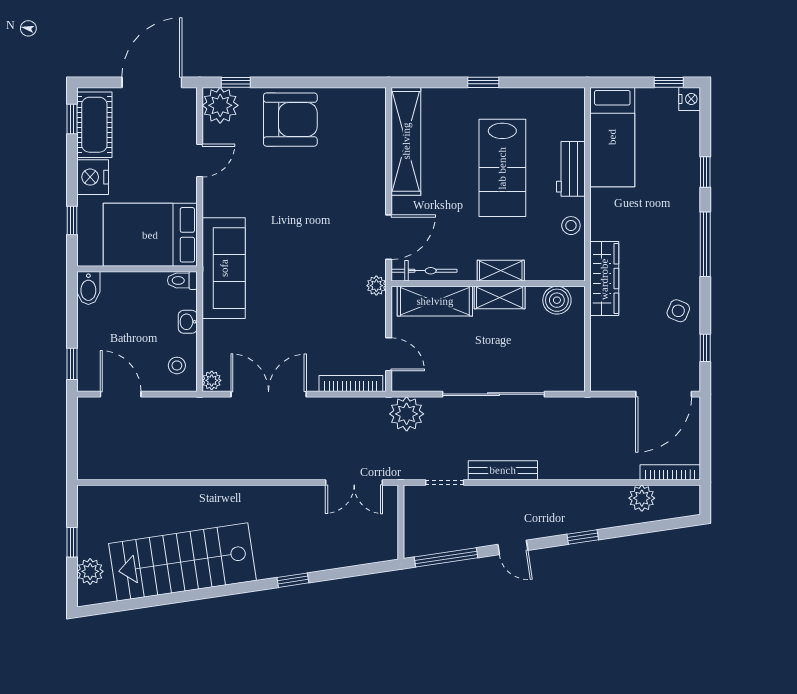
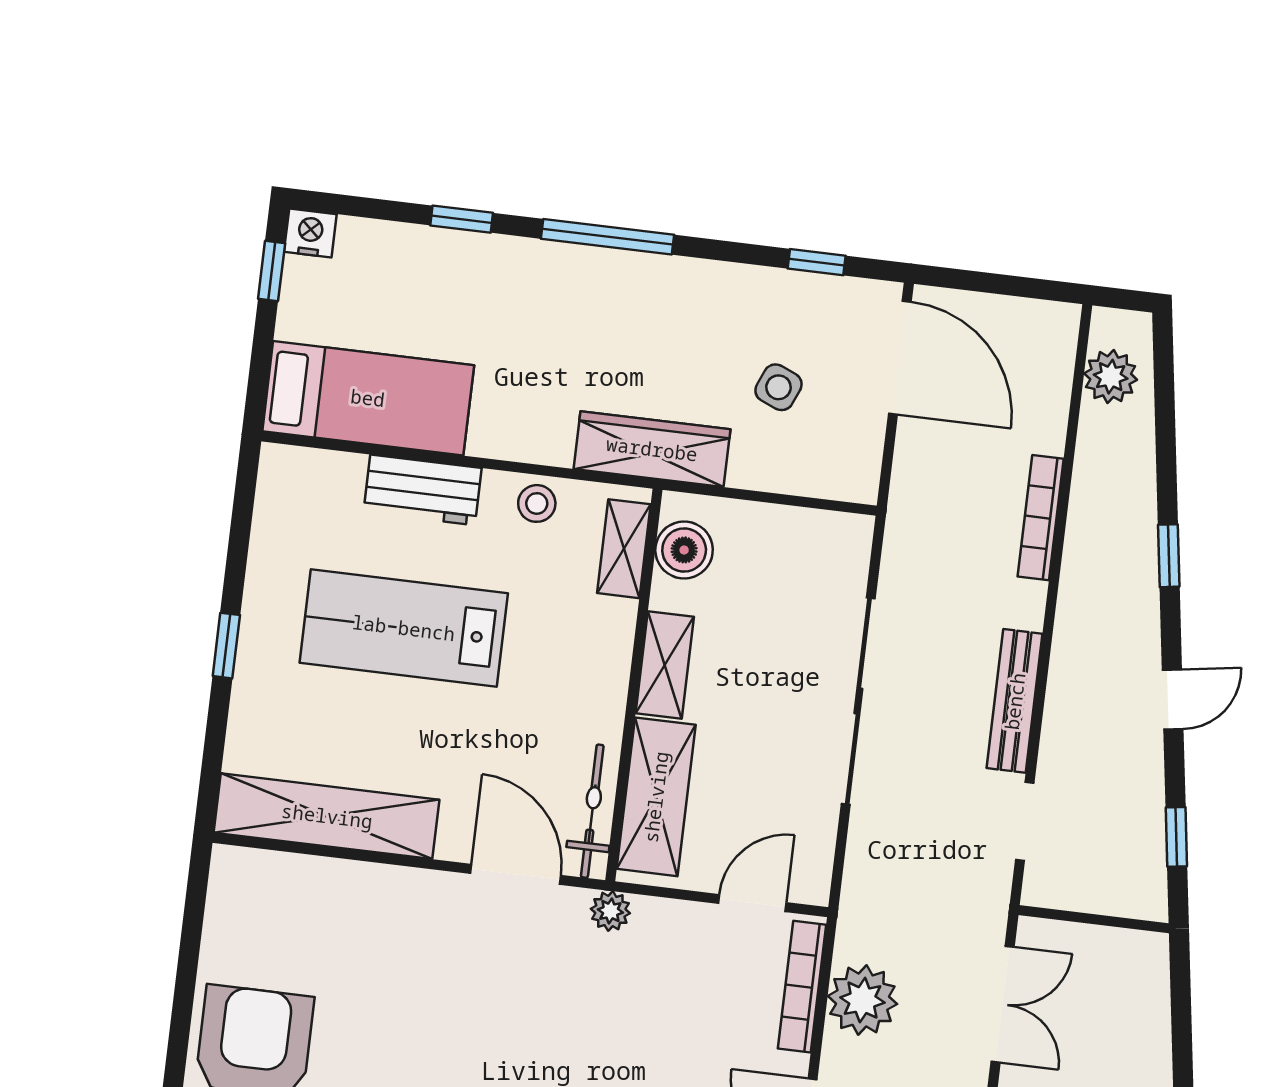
lab bench: (502, 168) -> (404, 628), turned 180
shelving: (501, 271) -> (624, 549), moved
side table: (678, 311) -> (778, 387), moved
plant: (407, 414) -> (862, 1000), moved
bookcase: (670, 472) -> (1041, 518), moved
plant: (642, 498) -> (1111, 377), moved
window: (446, 557) -> (1176, 837), width x0.46

